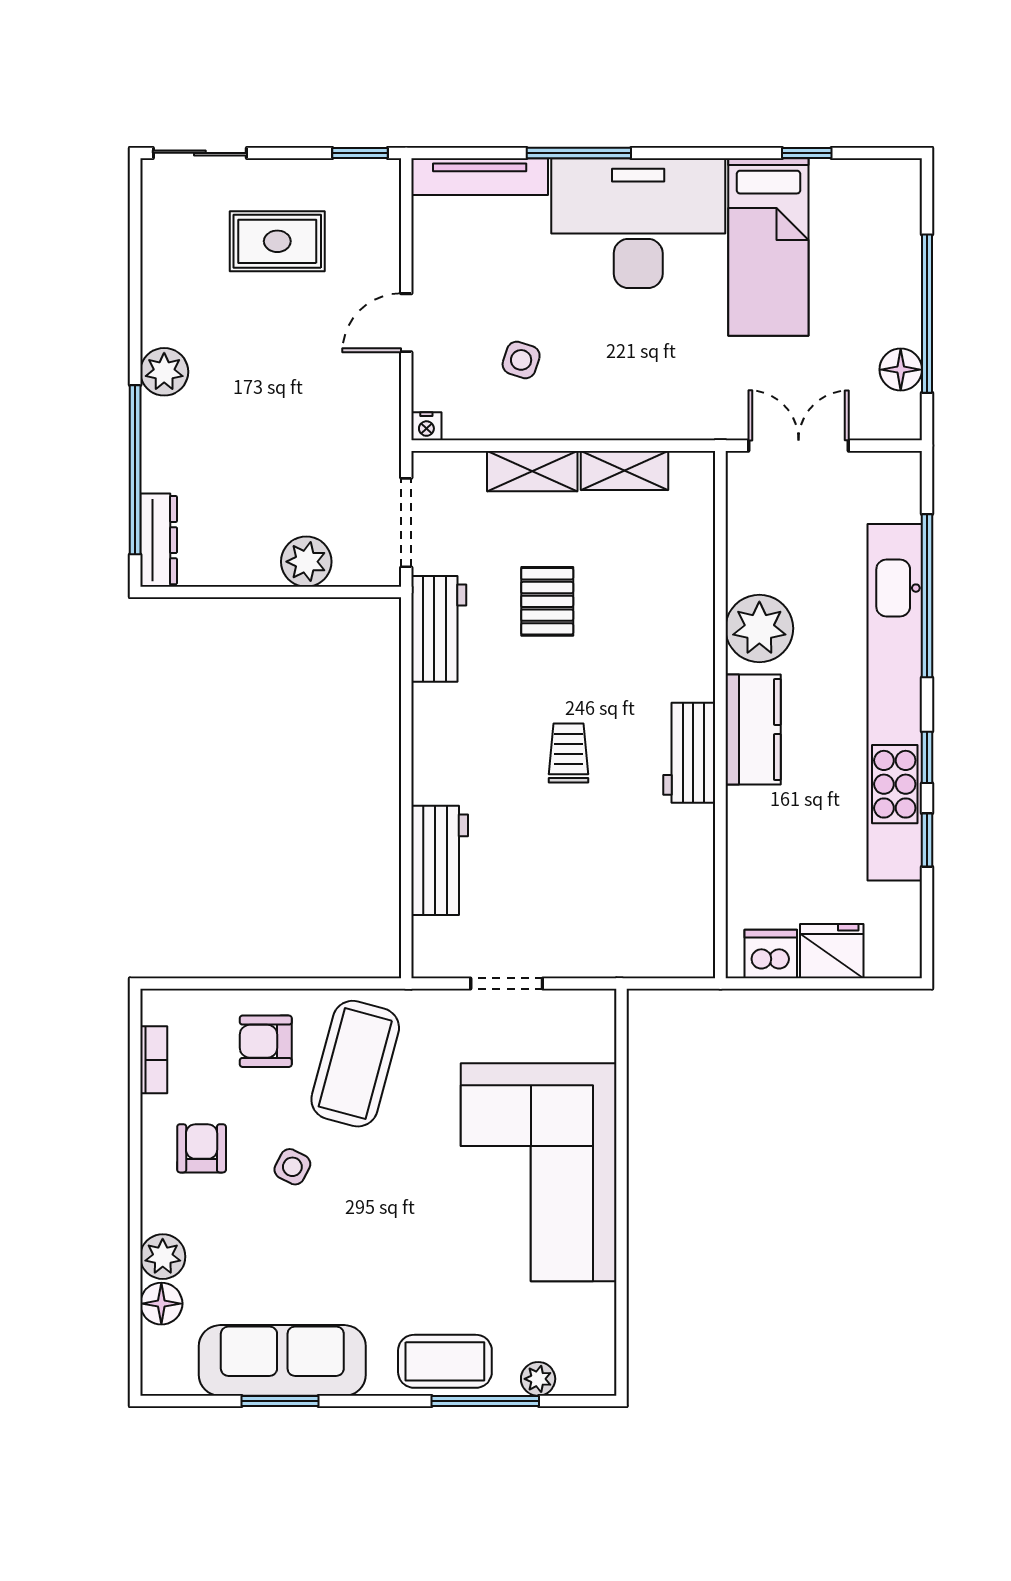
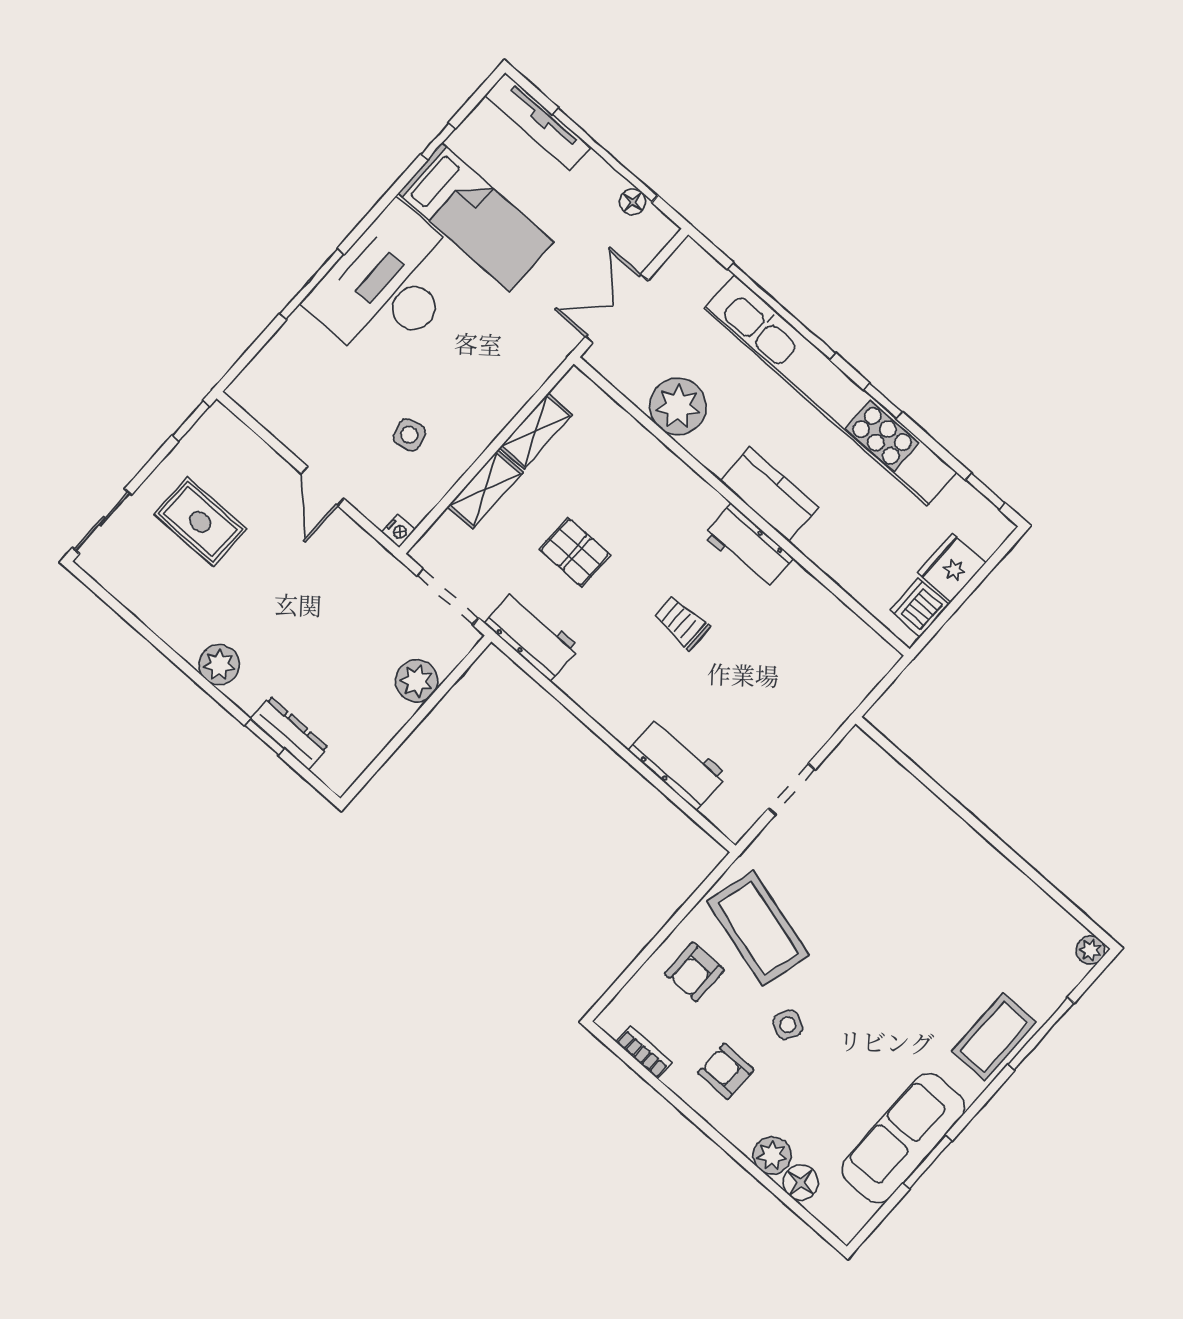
tv unit: (480, 177) -> (537, 122), moved, turned 90
rug: (277, 241) -> (200, 522), turned 90
side table: (521, 360) -> (409, 435), turned -32
floor lamp: (901, 370) -> (632, 202), width x0.73, depth x0.73
window: (135, 470) -> (264, 737), width x0.32
dresser: (159, 540) -> (289, 733), moved
plant: (759, 628) -> (678, 406), moved
window: (927, 840) -> (985, 491), moved
corner sofa: (539, 1172) -> (928, 874), removed
plant: (538, 1379) -> (1090, 950), moved

